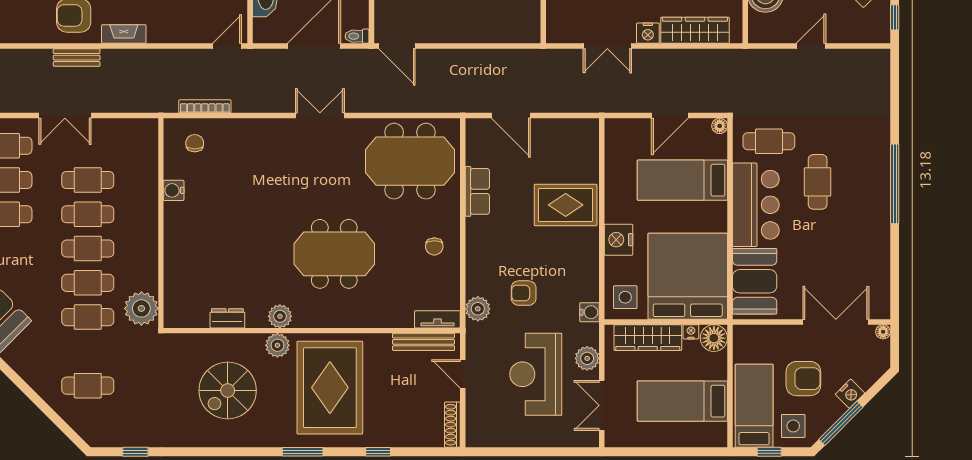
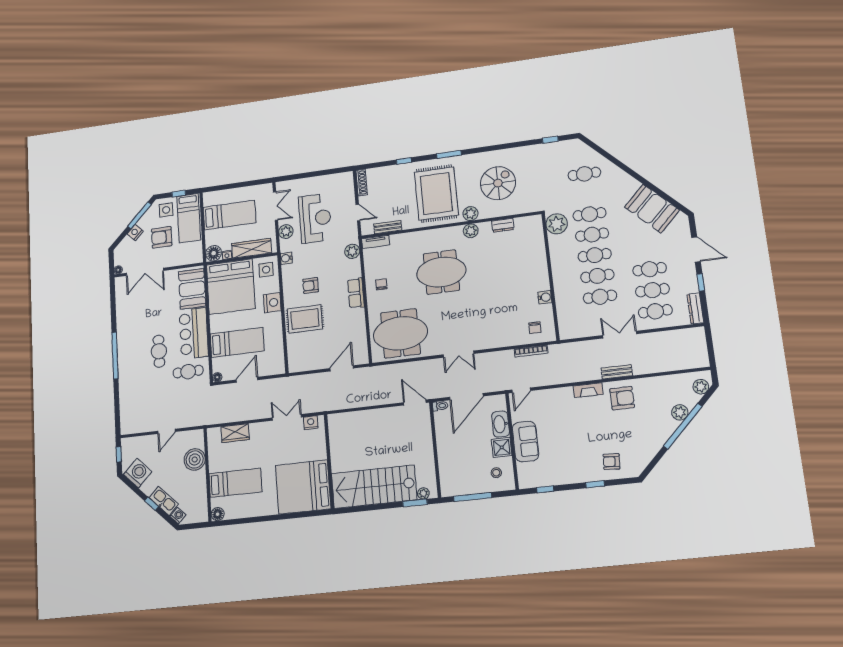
wardrobe: (695, 30) -> (235, 433), width x0.67
nightstand: (648, 33) -> (311, 423), moved
door: (511, 116) -> (342, 368), hinge flipped
row of seats: (477, 191) -> (356, 293), moved
armchair: (524, 293) -> (311, 286), moved, turned 180
bench: (424, 342) -> (388, 227), width x0.73

